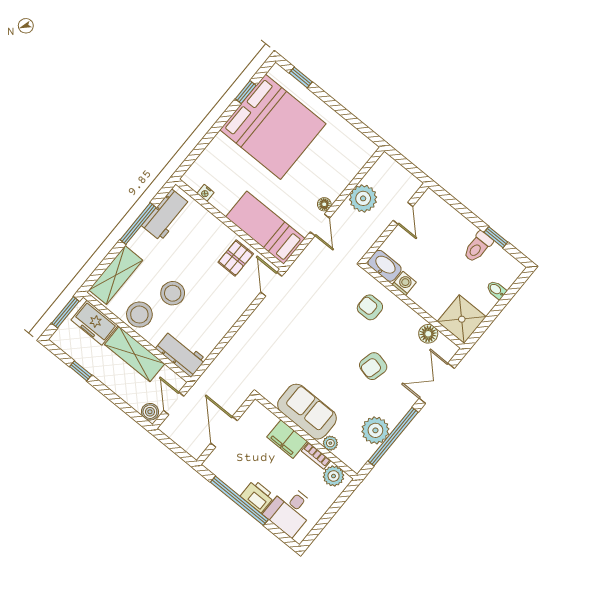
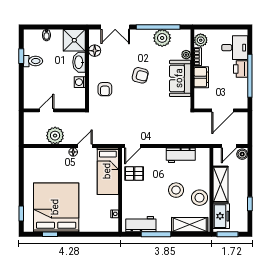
washbasin: (385, 266) -> (79, 62), moved
workbench: (181, 354) -> (181, 155), moved, turned -90
armchair: (373, 366) -> (140, 75), moved

